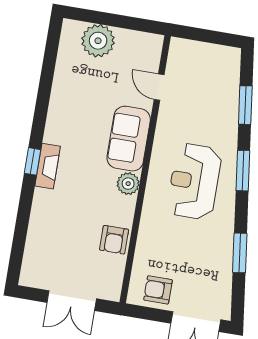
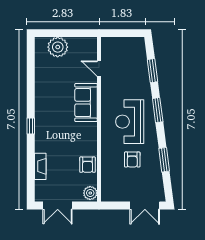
fireplace: (48, 166) -> (40, 166), moved
plant: (128, 184) -> (90, 193), moved
armchair: (158, 290) -> (132, 160), moved, turned -90
double door: (72, 301) -> (58, 205), moved

